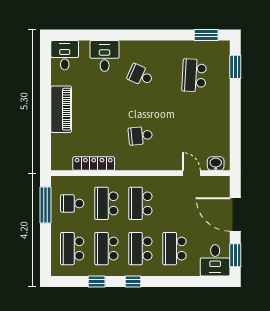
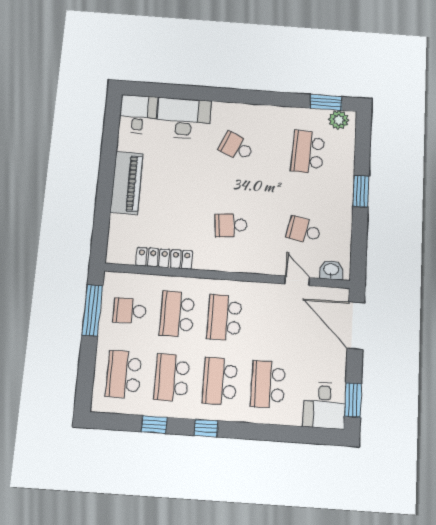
plant: (216, 48) -> (339, 120), added
desk: (105, 56) -> (184, 118), width x1.37
window: (235, 67) -> (361, 191), moved
school desk: (194, 136) -> (304, 230), added
door: (235, 214) -> (356, 326), moved

